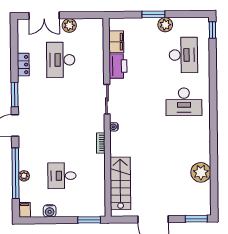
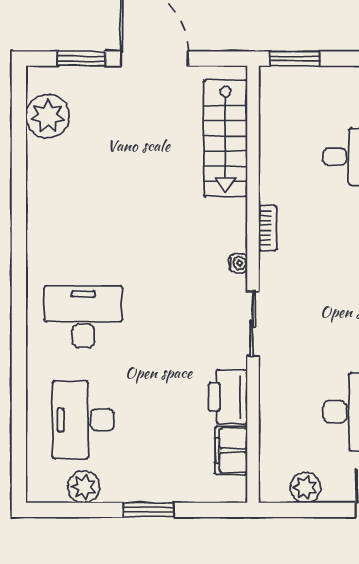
plant: (69, 25) -> (305, 488), moved
plant: (165, 25) -> (84, 487), moved
window: (212, 30) -> (19, 474), removed
plant: (201, 172) -> (48, 116), moved
window: (196, 219) -> (81, 59), moved

